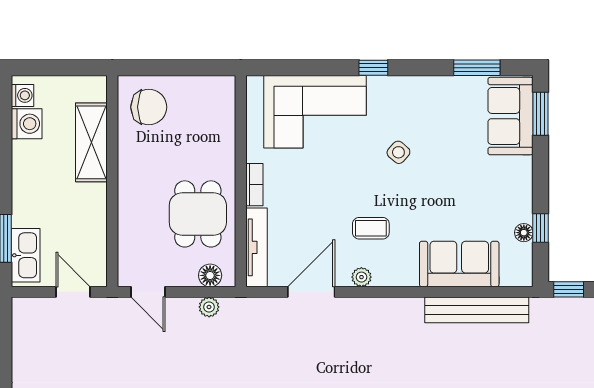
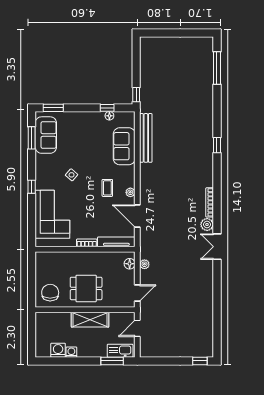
washing machine: (23, 95) -> (71, 352), moved
sofa: (511, 116) -> (46, 135), moved, turned -90
shelving: (91, 142) -> (90, 320), moved
dining table: (198, 214) -> (86, 288), moved

